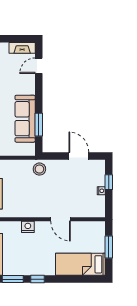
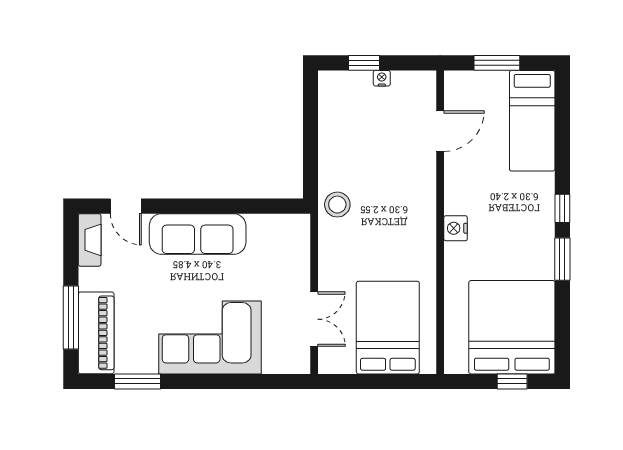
sofa: (25, 119) -> (198, 234), moved
window: (39, 125) -> (246, 206), removed
door: (79, 156) -> (310, 124), removed
door: (61, 219) -> (440, 131), moved

